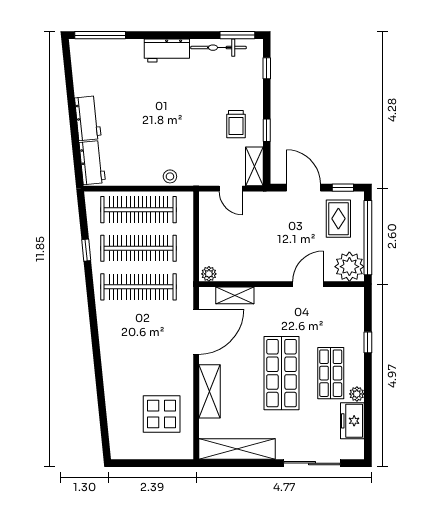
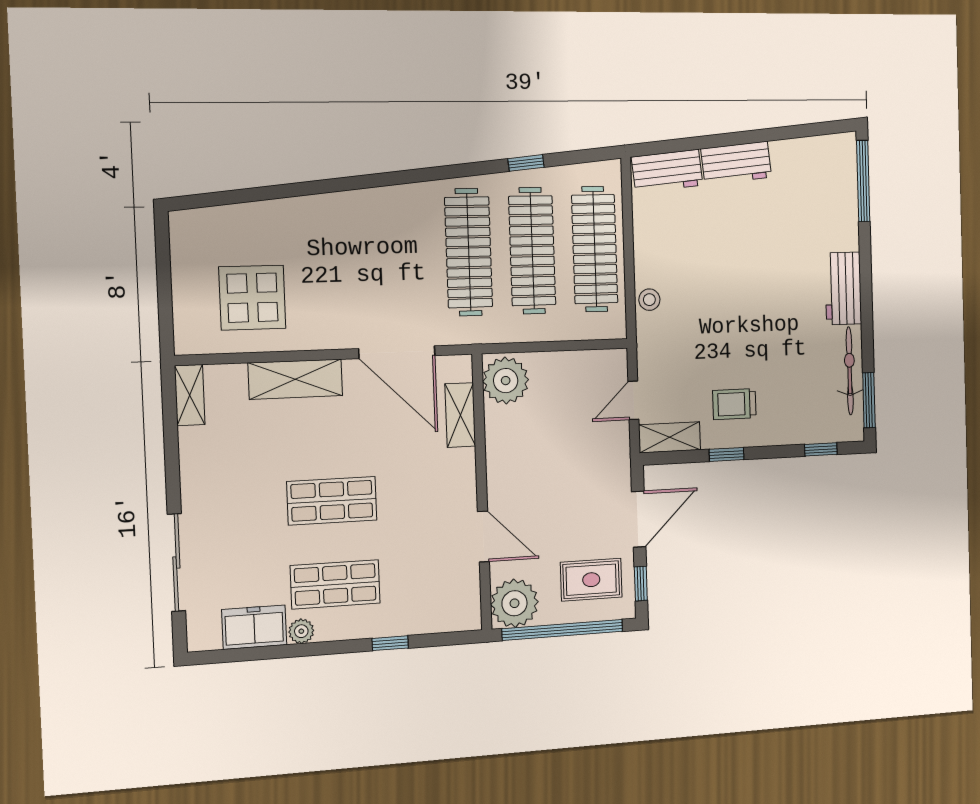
plant: (209, 274) -> (506, 381), width x1.88, depth x1.88
shop shelf: (281, 373) -> (332, 501), width x0.70, depth x0.74
shelving: (237, 449) -> (190, 395), width x0.45, depth x0.75

